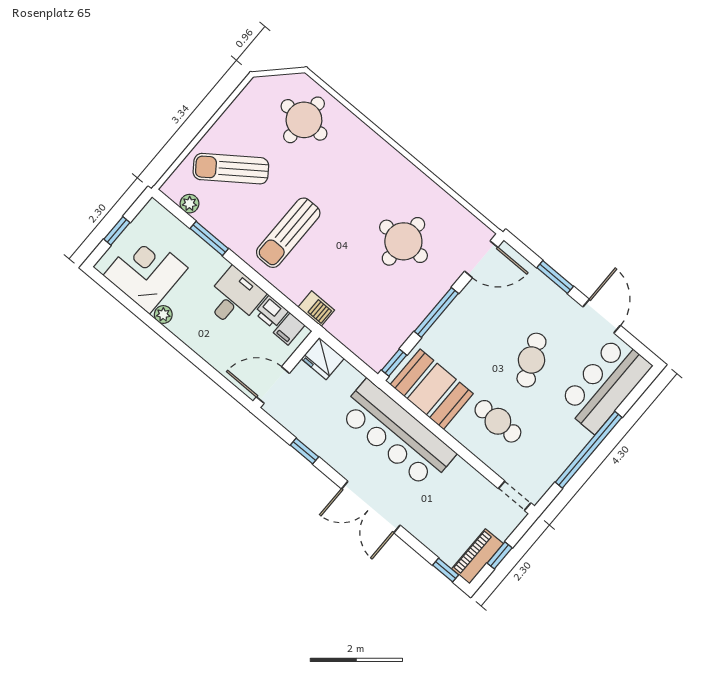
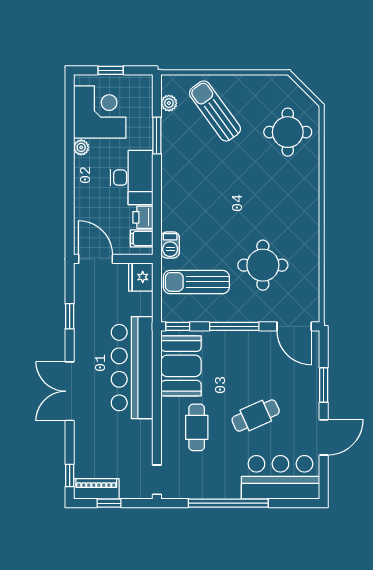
sun lounger: (288, 233) -> (196, 282), moved
desk: (234, 298) -> (132, 178), width x1.37

